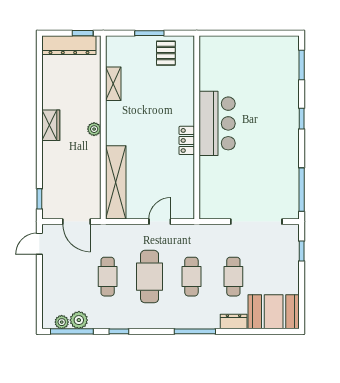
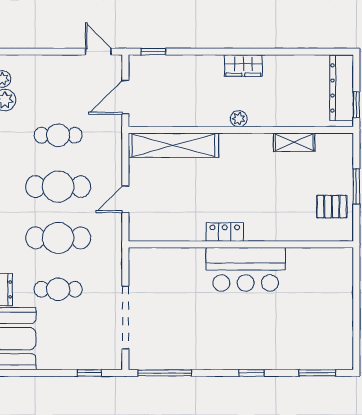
door: (160, 222) -> (125, 199), swing flipped
cafe table: (191, 277) -> (58, 238), width x1.37, depth x1.35

